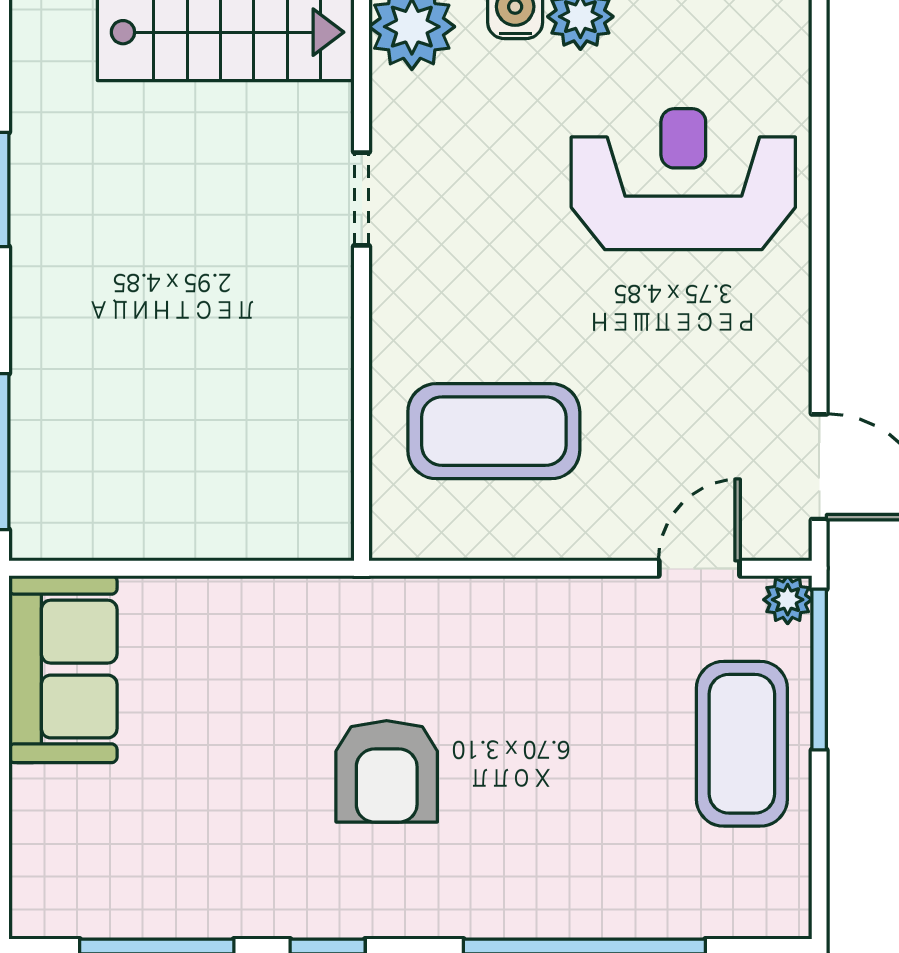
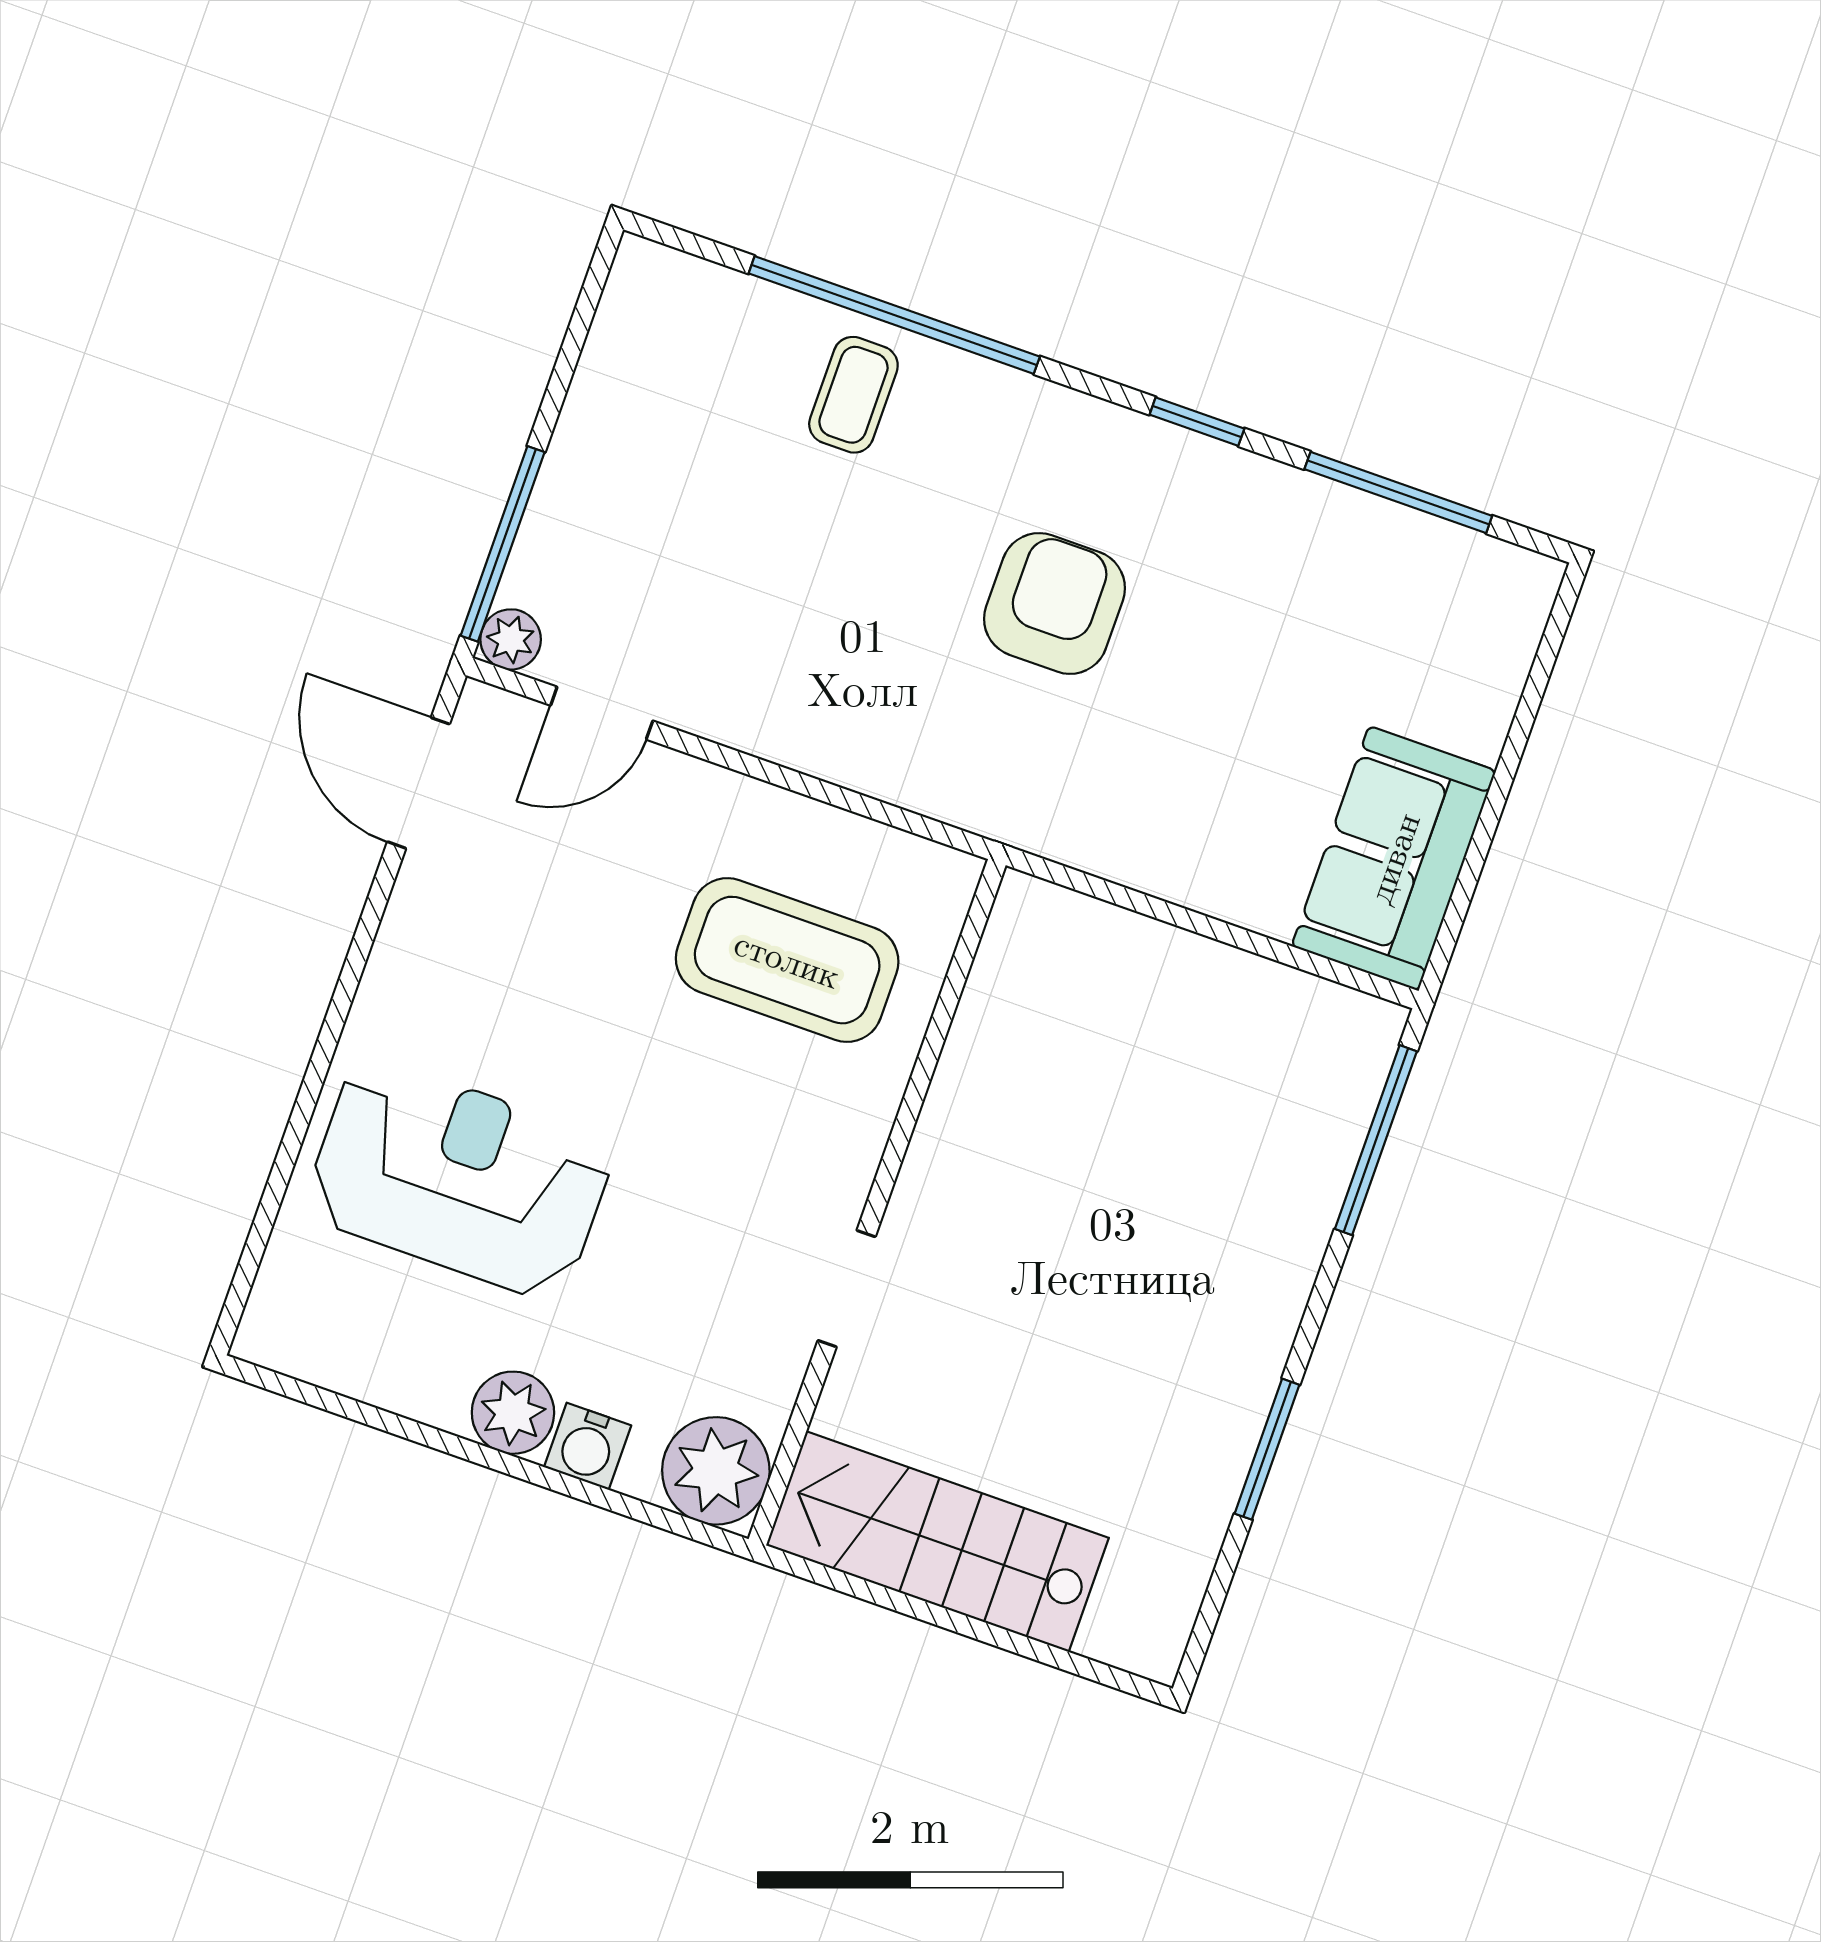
reception desk: (683, 179) -> (459, 1178), turned 180
coffee table: (742, 744) -> (853, 395), moved, width x0.54, depth x0.58

